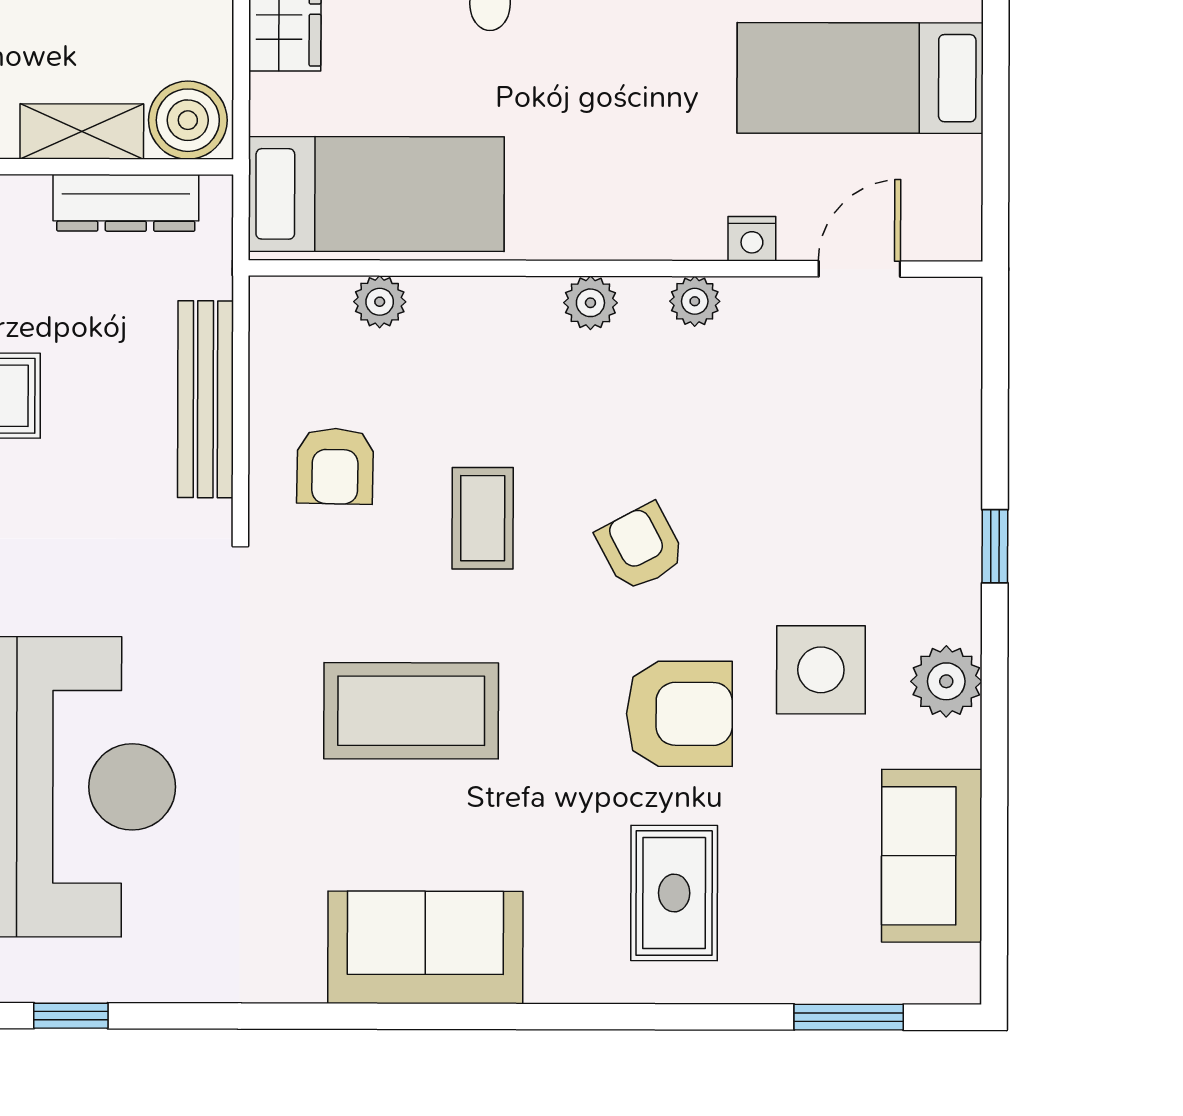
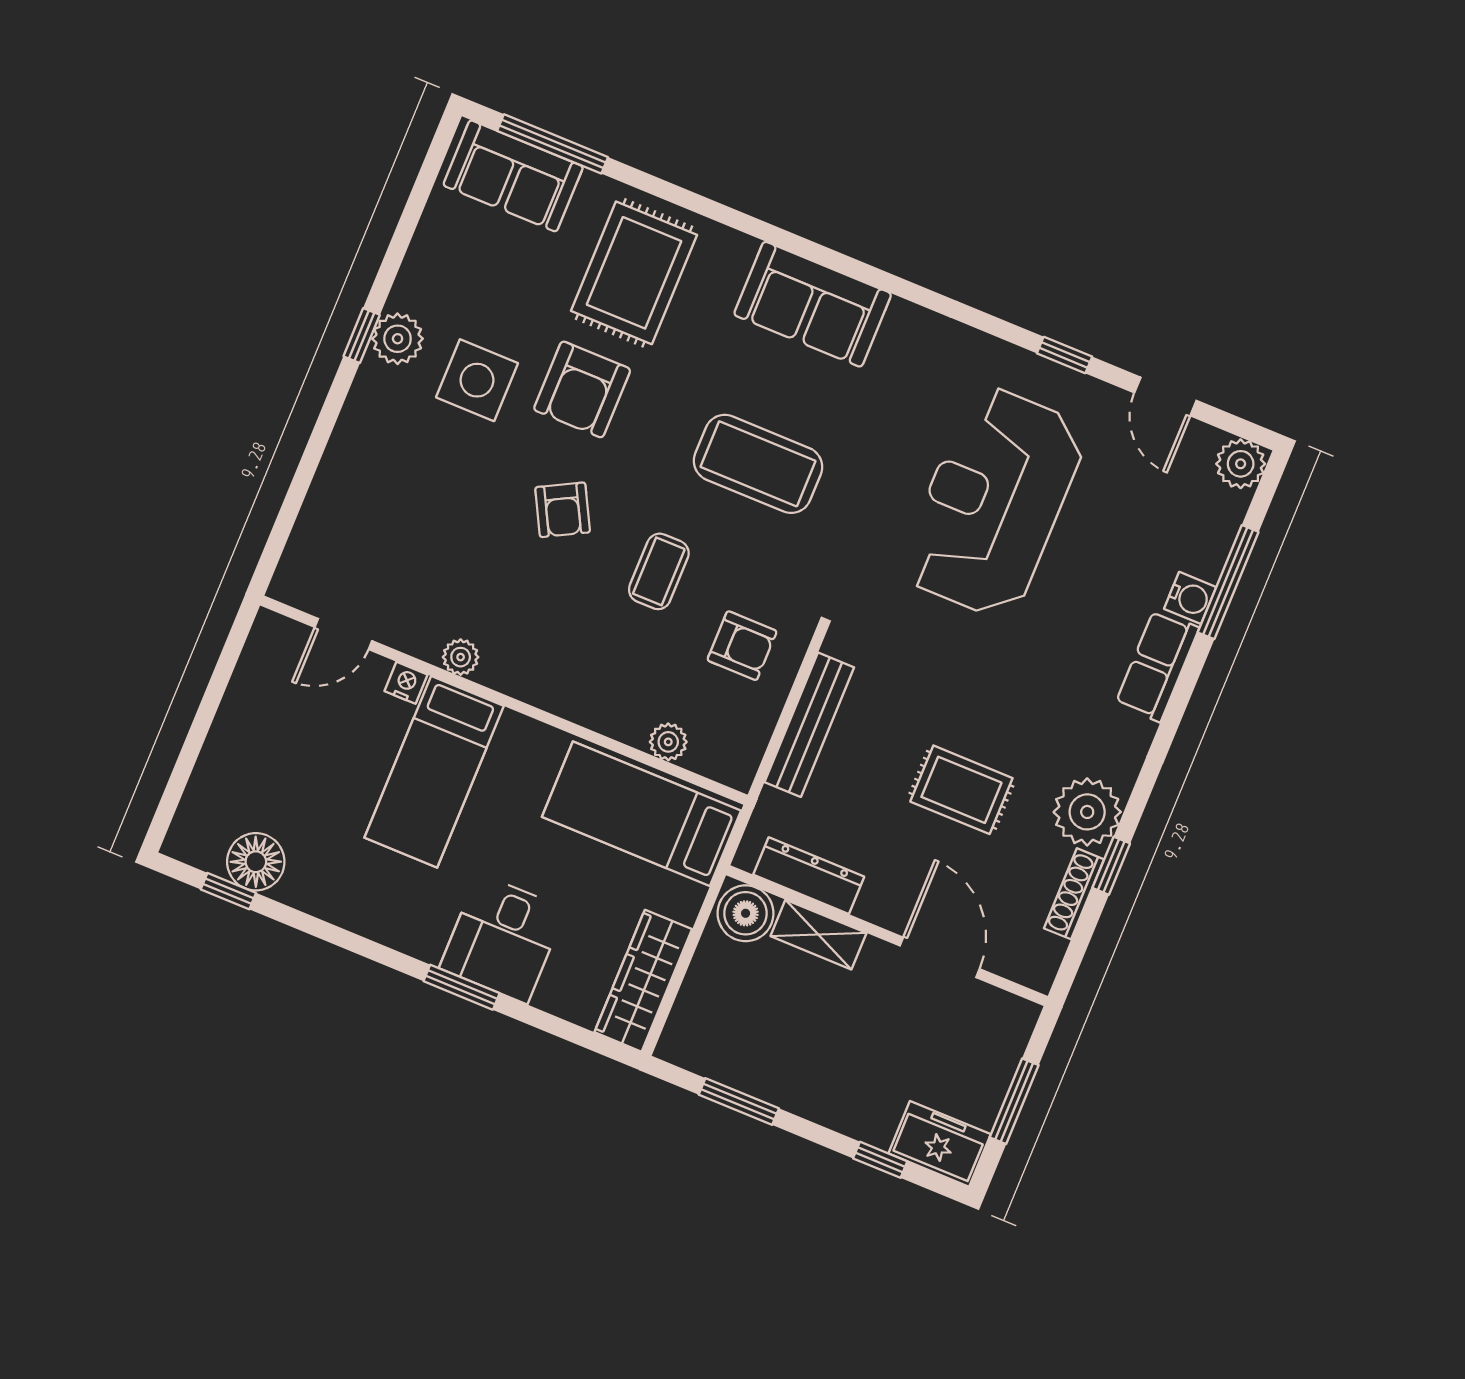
bed: (860, 78) -> (434, 772), moved, turned 90
plant: (590, 303) -> (530, 684), removed
armchair: (335, 466) -> (742, 646), turned 89
window: (995, 546) -> (362, 336), moved
armchair: (679, 714) -> (582, 389), turned -90
sofa: (932, 856) -> (513, 176), moved, turned 90
rug: (674, 893) -> (634, 273), width x1.36, depth x1.43
window: (849, 1017) -> (553, 144), width x1.44

